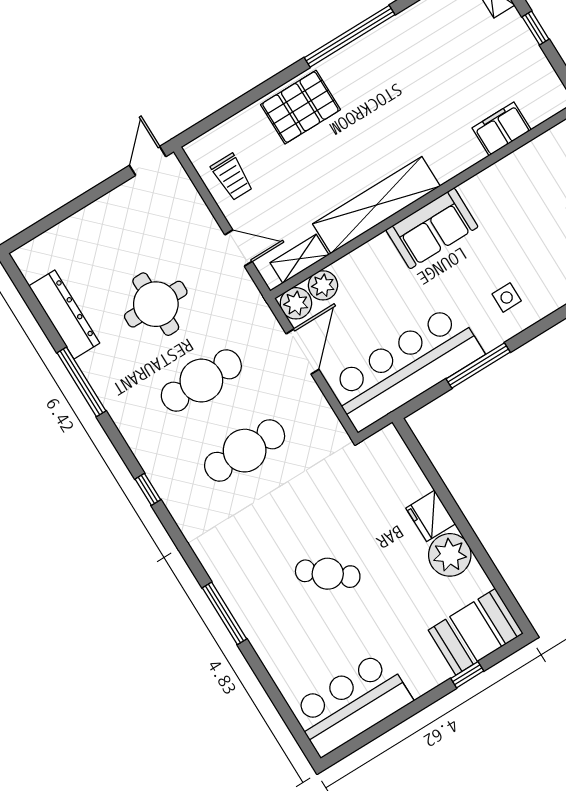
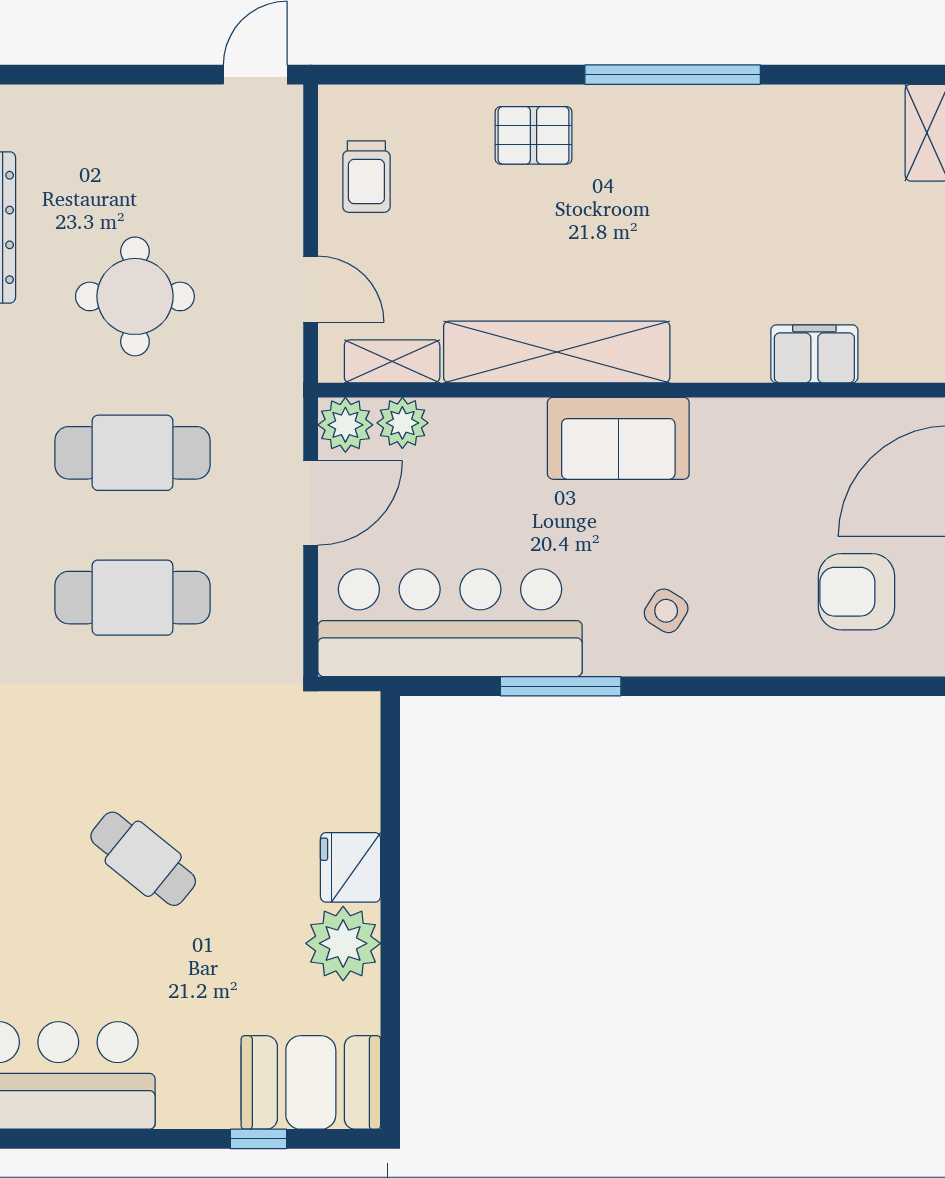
pallet: (300, 107) -> (534, 135), width x0.67, depth x0.71
side table: (507, 297) -> (666, 611), turned 32

